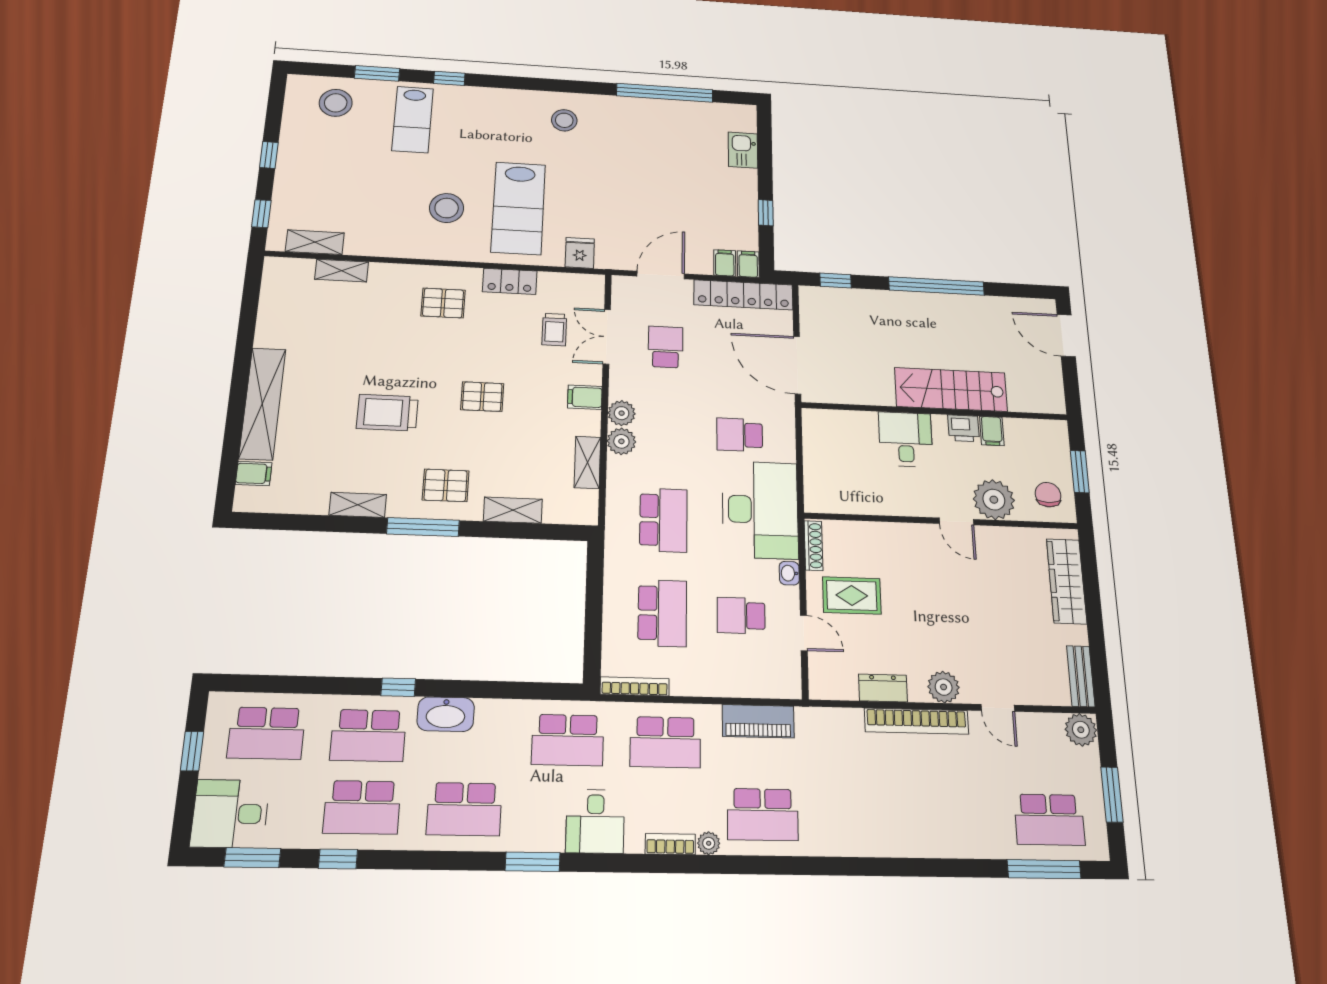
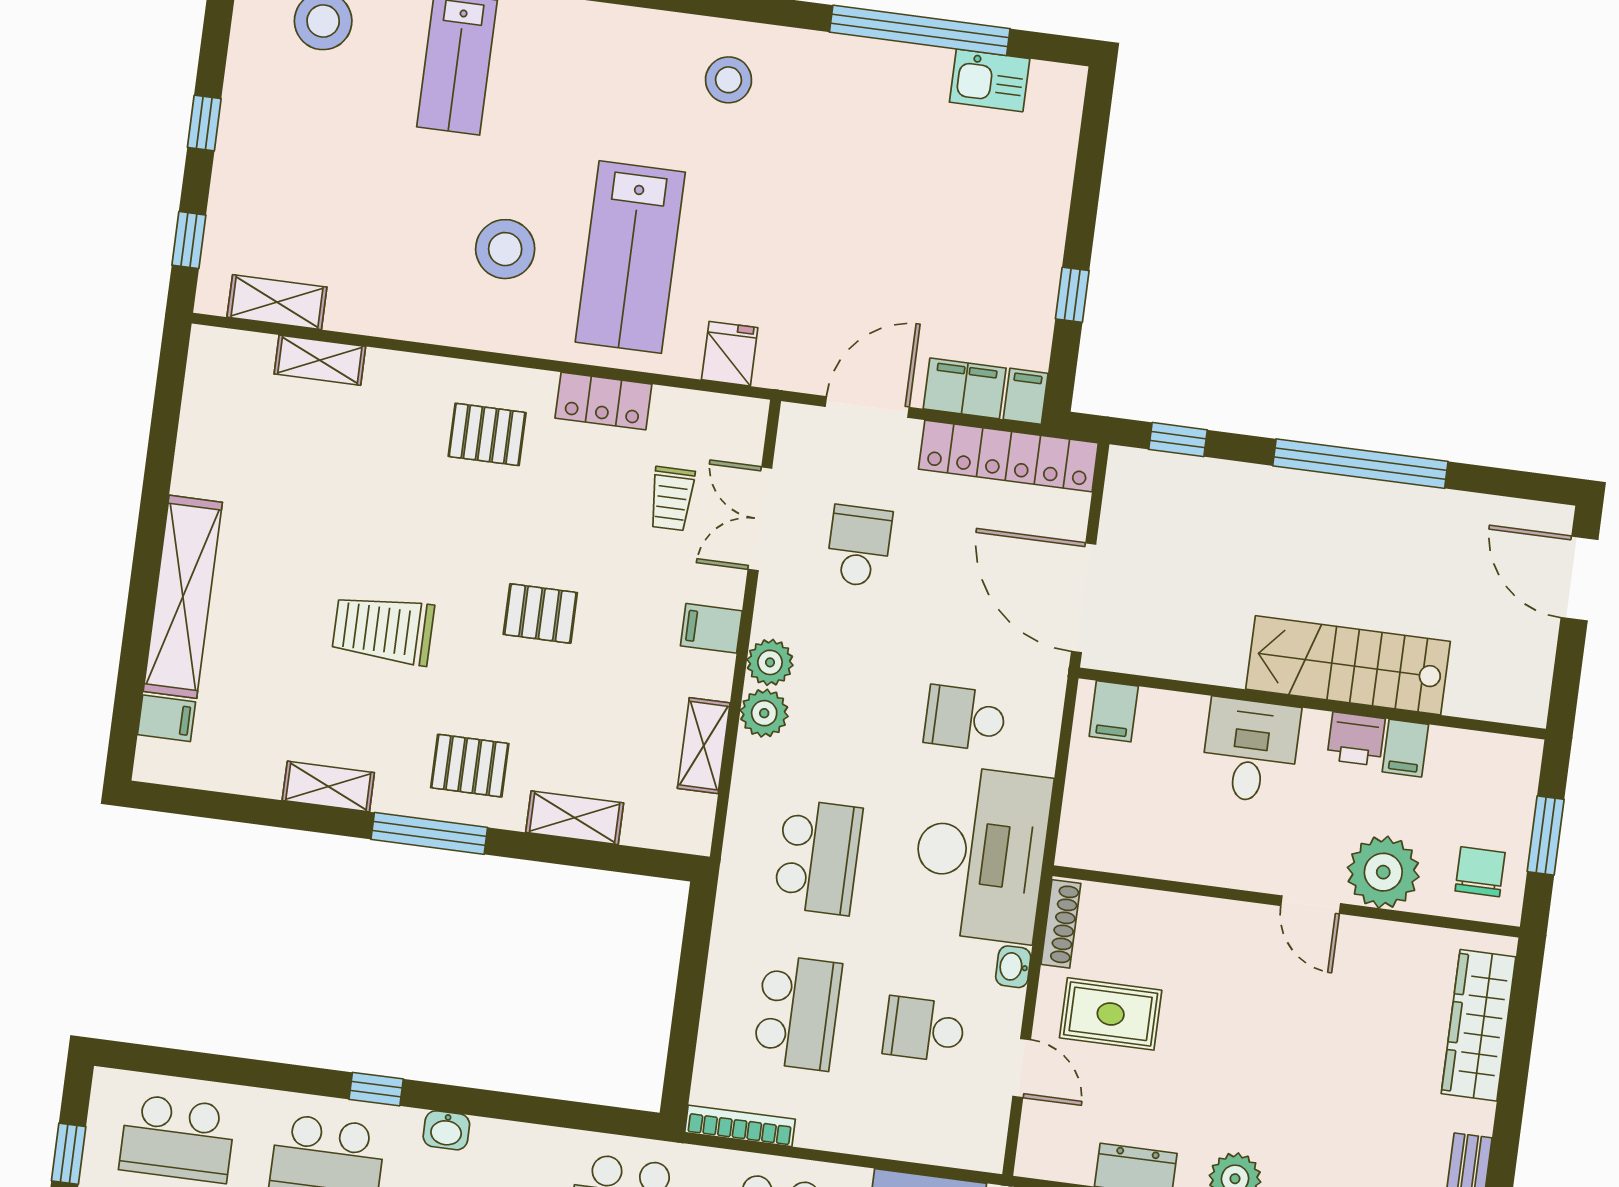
kitchen sink: (743, 150) -> (990, 80), moved, turned -90
filing cabinet: (725, 263) -> (965, 388), width x2.00
filing cabinet: (824, 424) -> (1114, 711), added
washbasin: (446, 714) -> (446, 1130), width x0.52, depth x0.69

